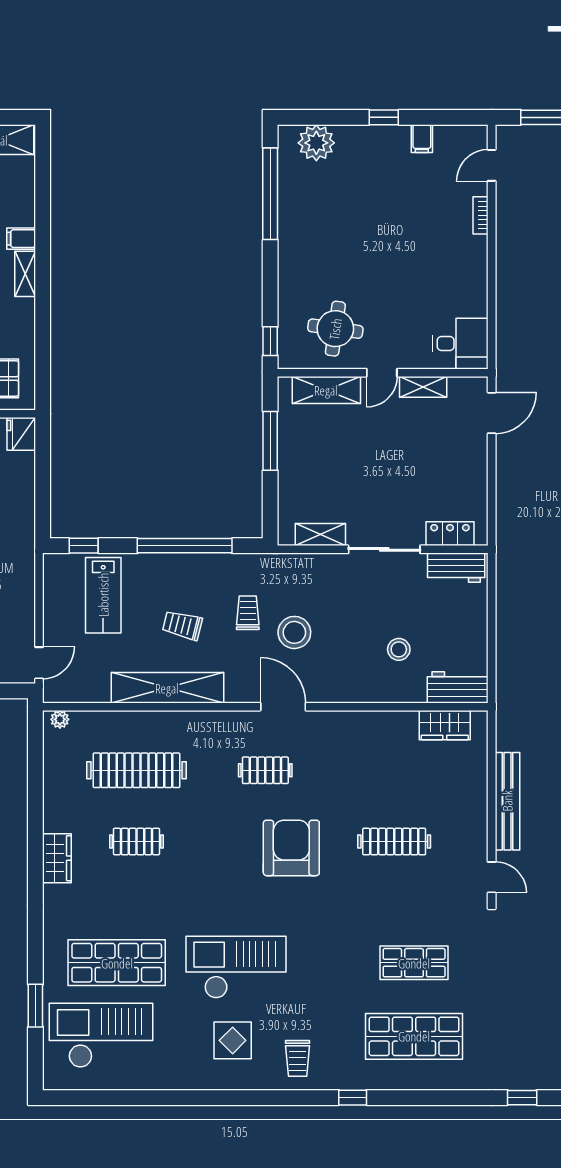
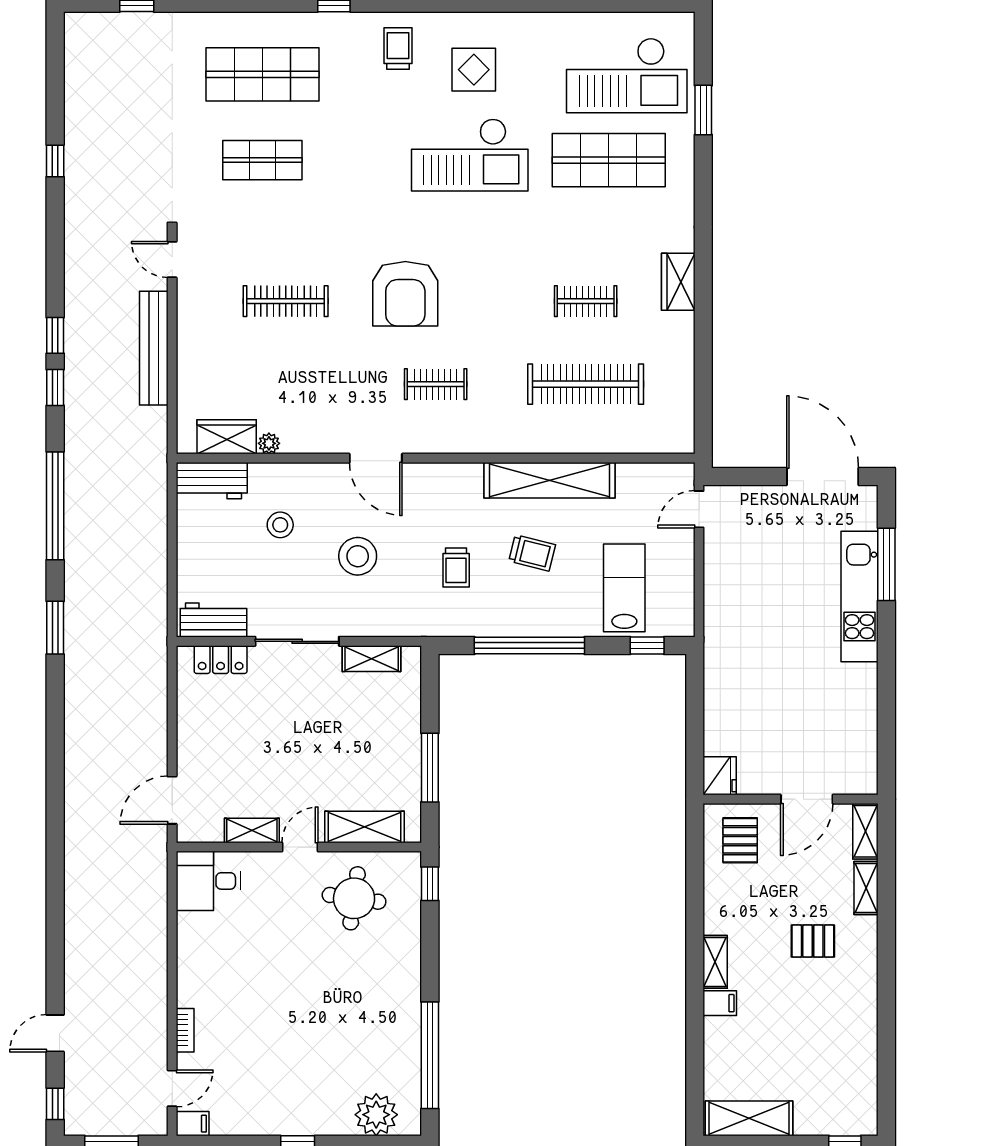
filing cabinet: (422, 139) -> (193, 1124), moved, turned 90
stool: (294, 632) -> (358, 556), moved
door: (283, 707) -> (376, 458), moved
plant: (60, 719) -> (269, 443), moved

